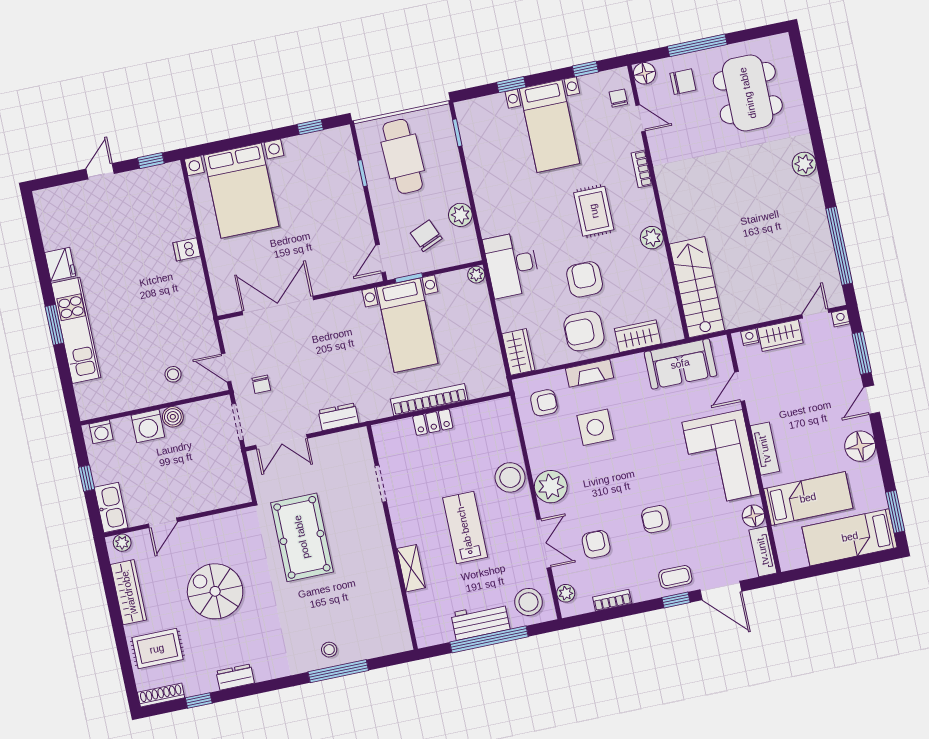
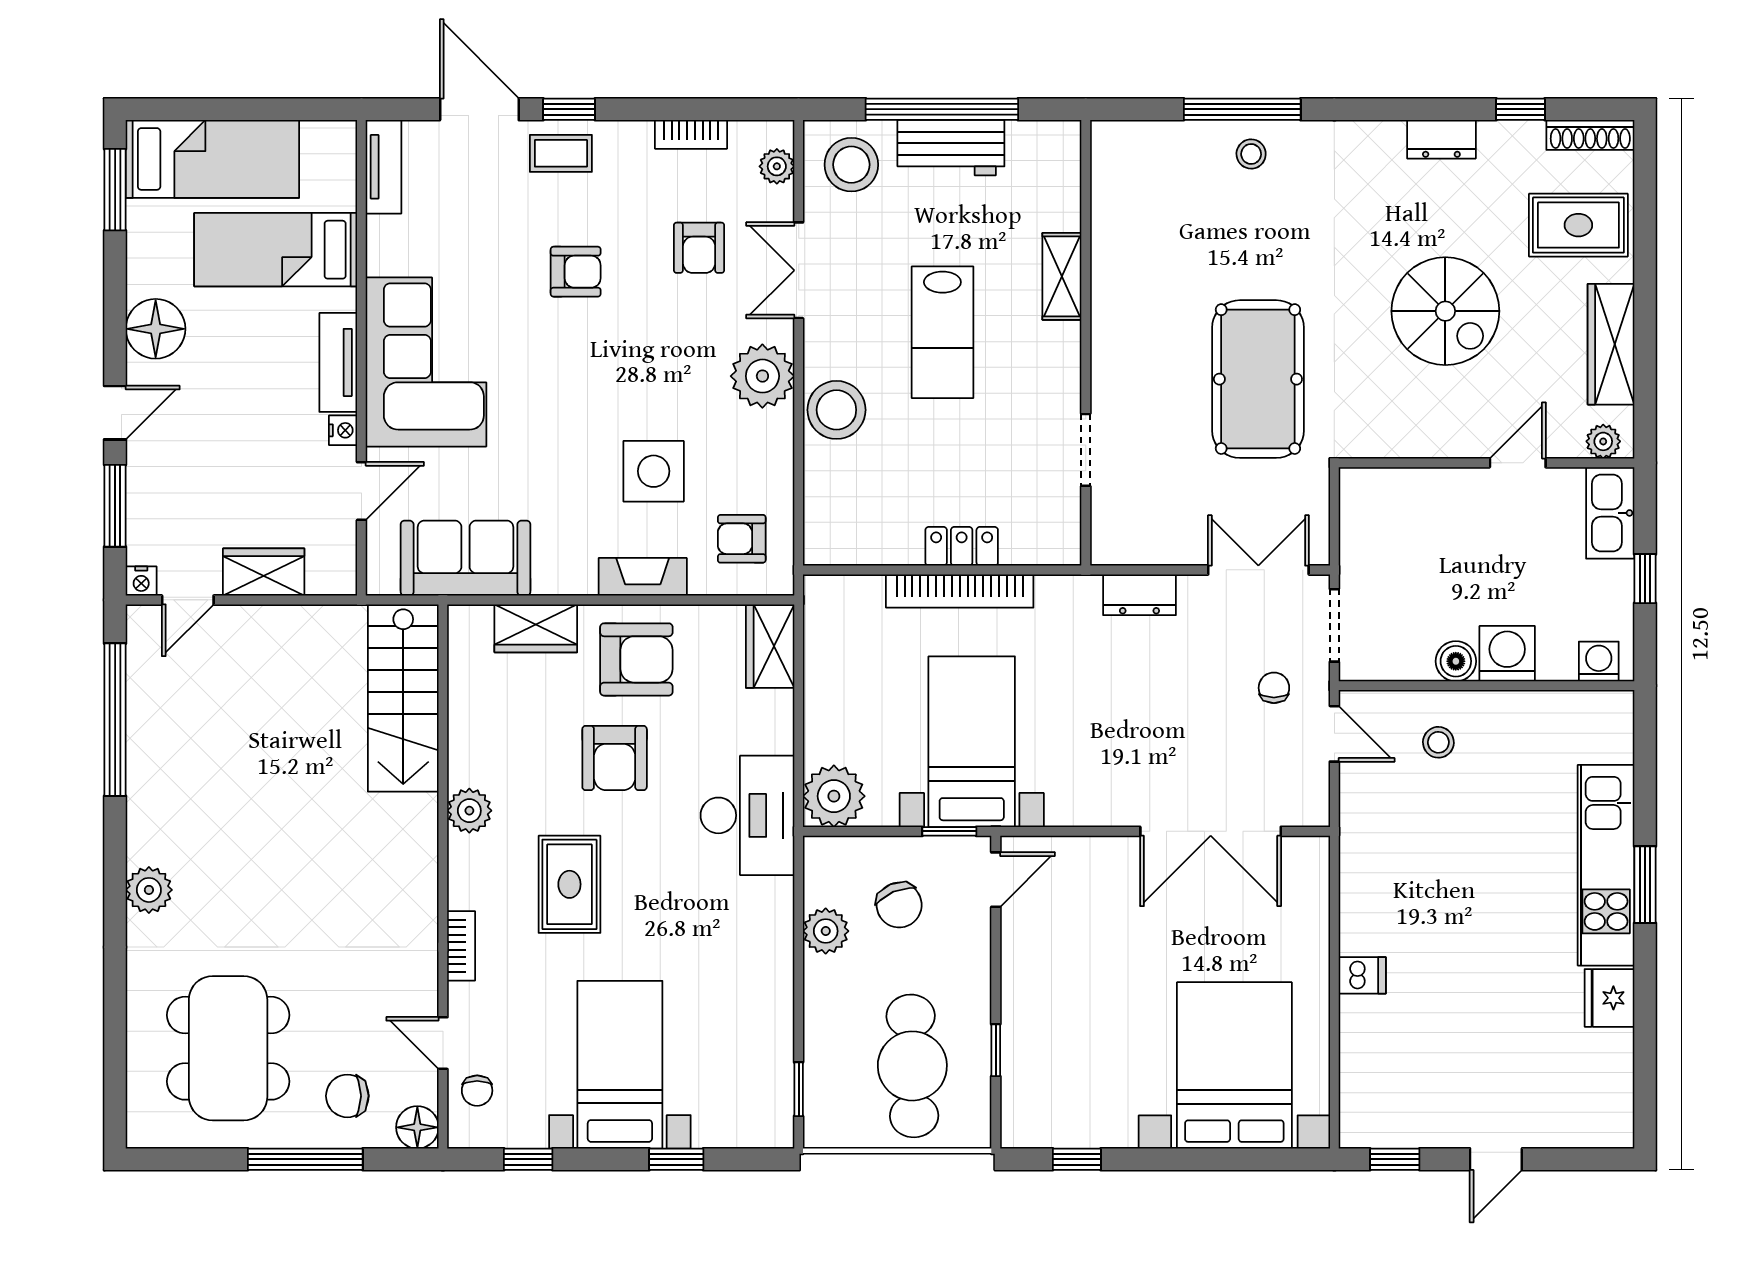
plant: (476, 275) -> (834, 796), width x1.87, depth x1.87
nightstand: (750, 337) -> (343, 430), moved, turned -90
floor lamp: (753, 516) -> (387, 239), removed

